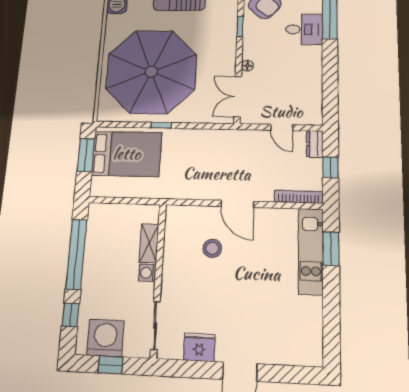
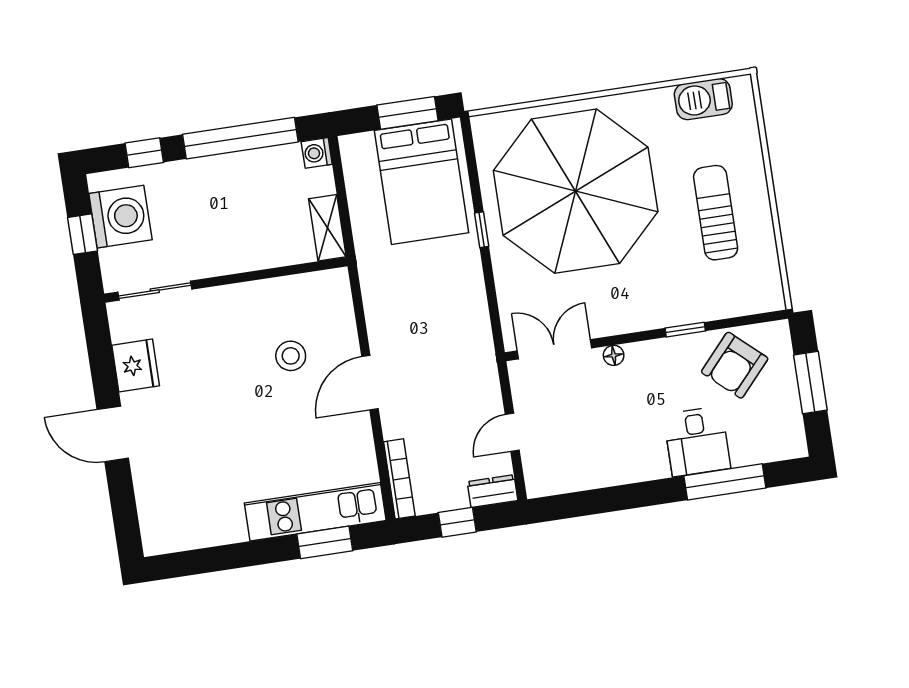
shelving: (149, 243) -> (327, 228), moved, turned 90
washing machine: (147, 273) -> (317, 153), moved, turned -90

